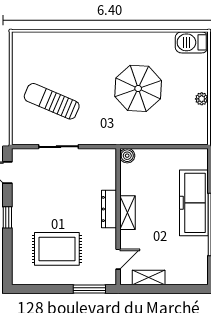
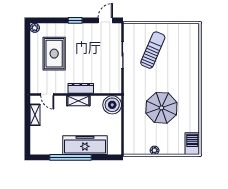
boiler: (127, 156) -> (112, 105), width x1.86, depth x1.86
plant: (18, 278) -> (35, 28), added
window: (89, 289) -> (27, 75), removed

